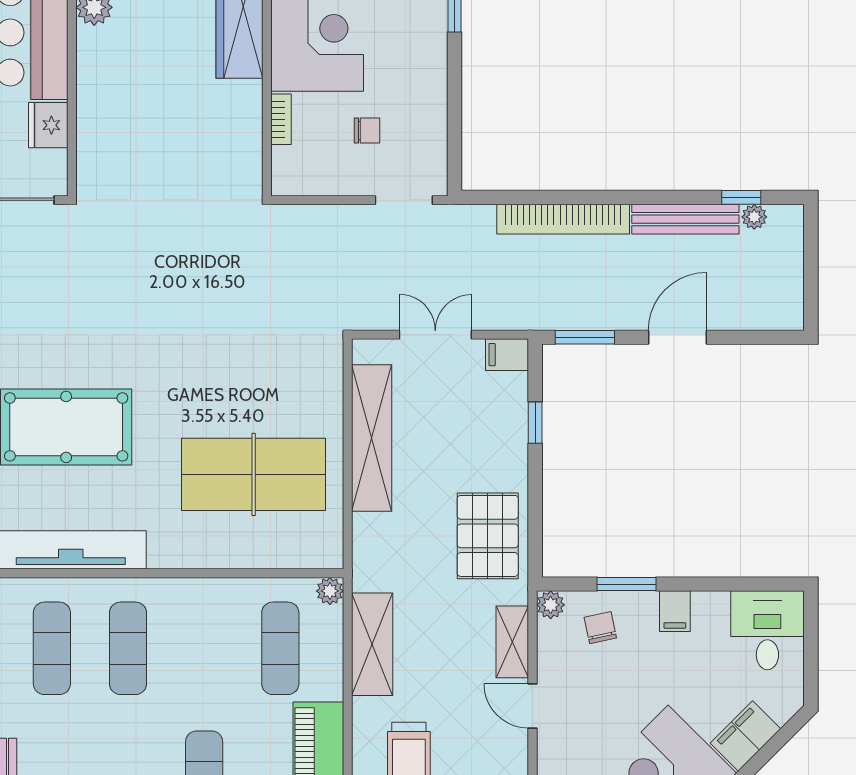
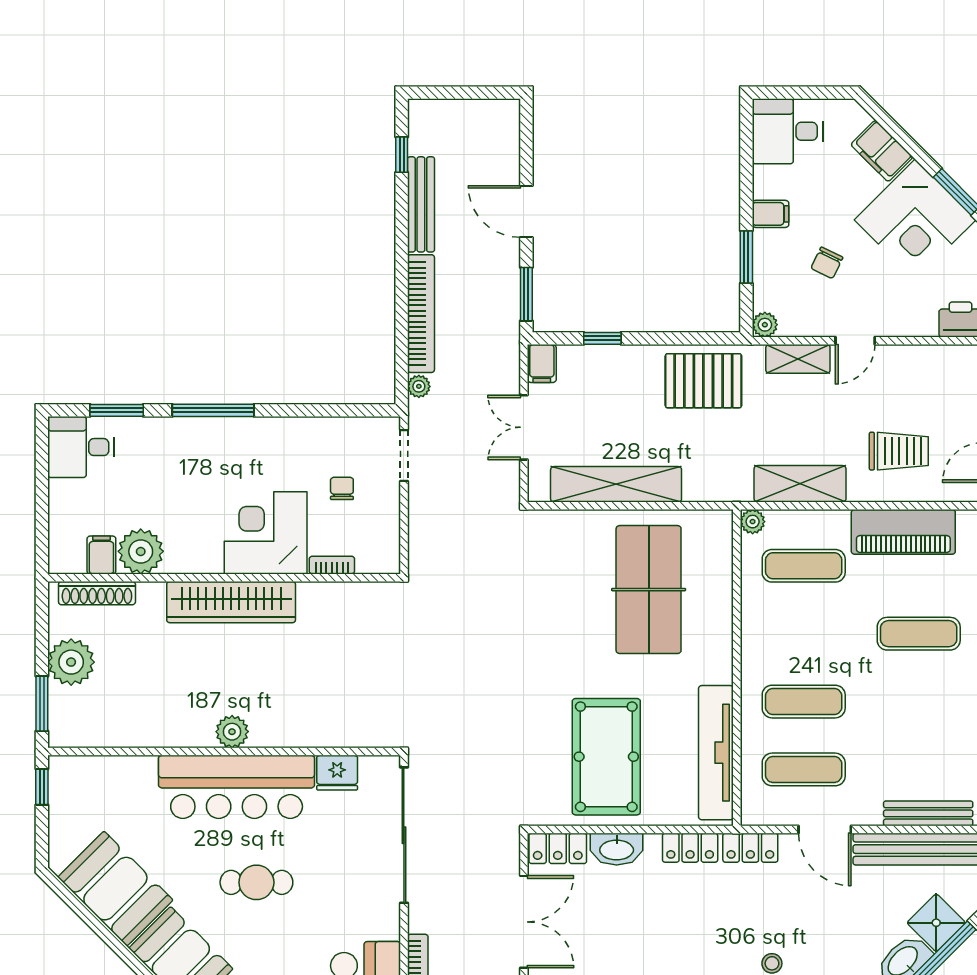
plant: (754, 217) -> (419, 386), moved
chair: (600, 628) -> (827, 263), moved, turned -52

